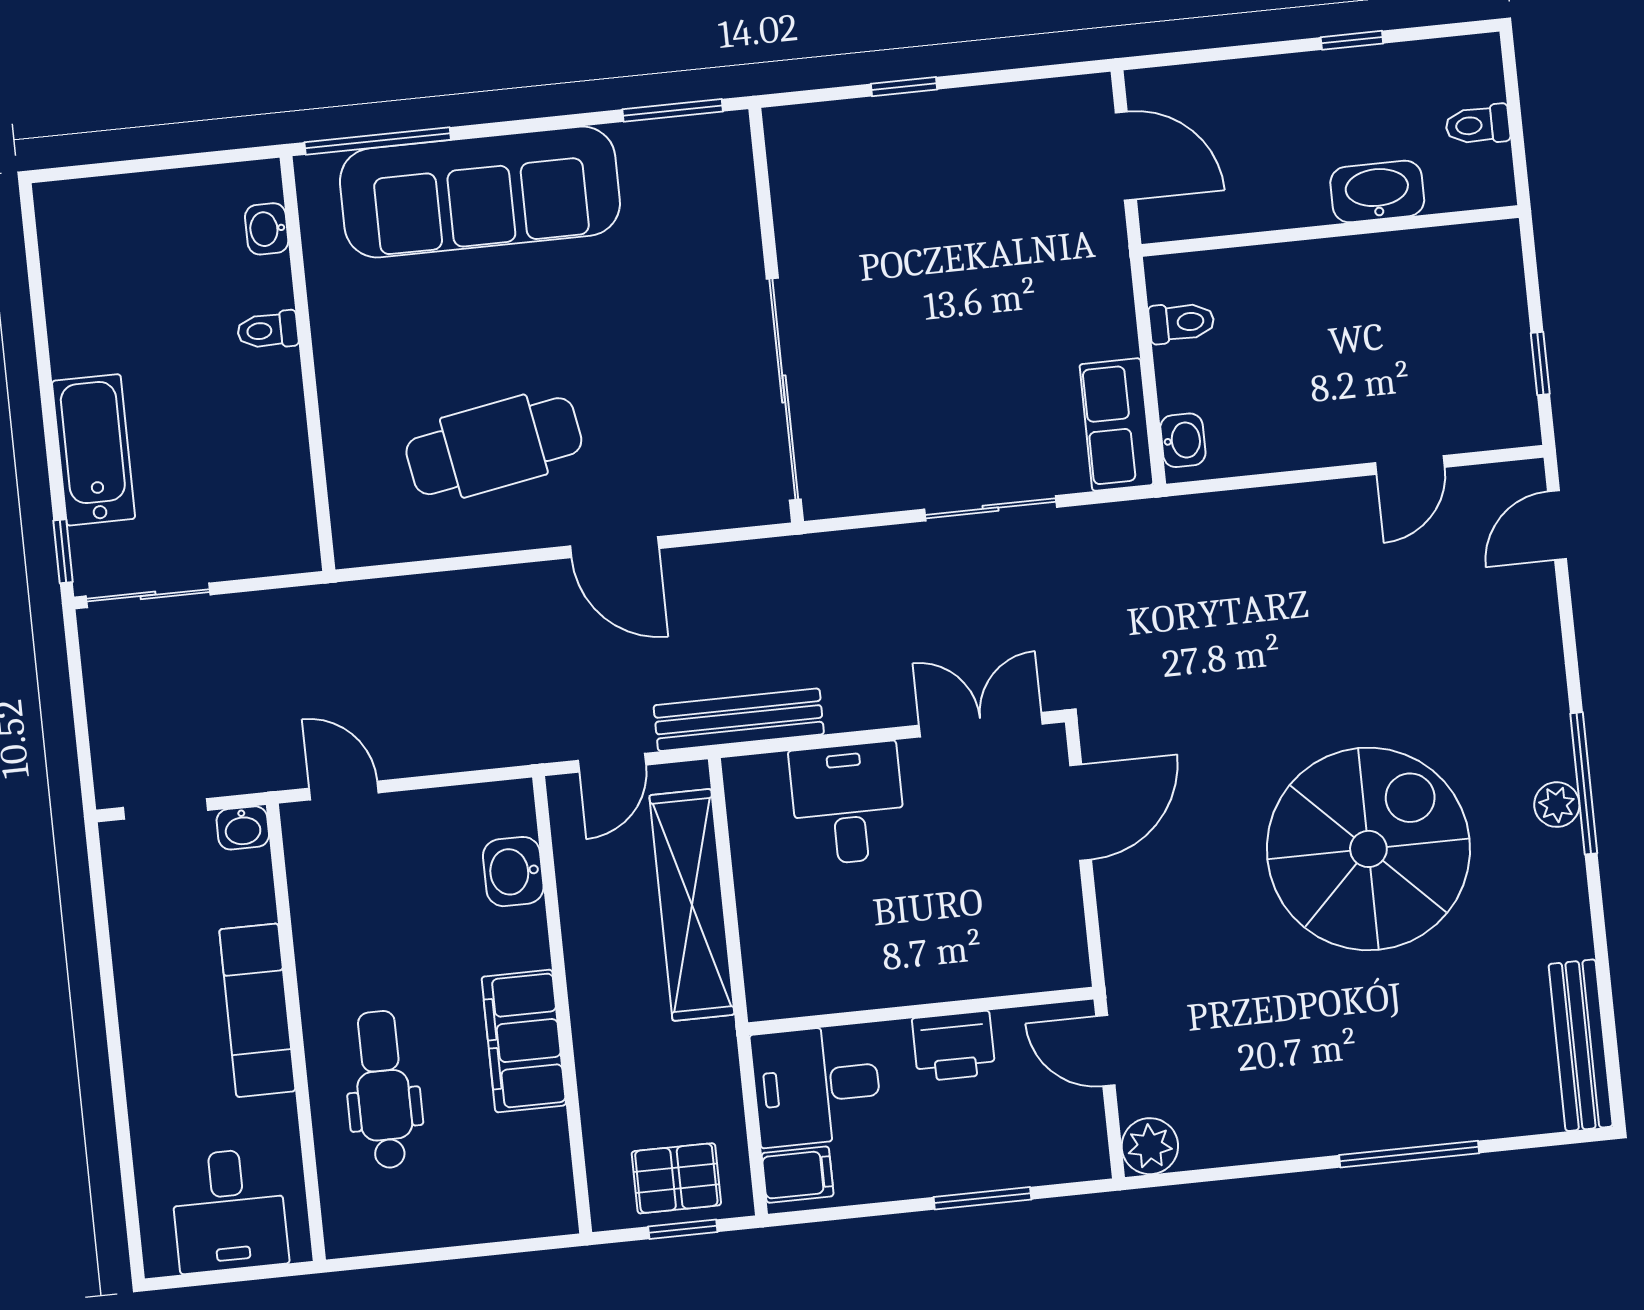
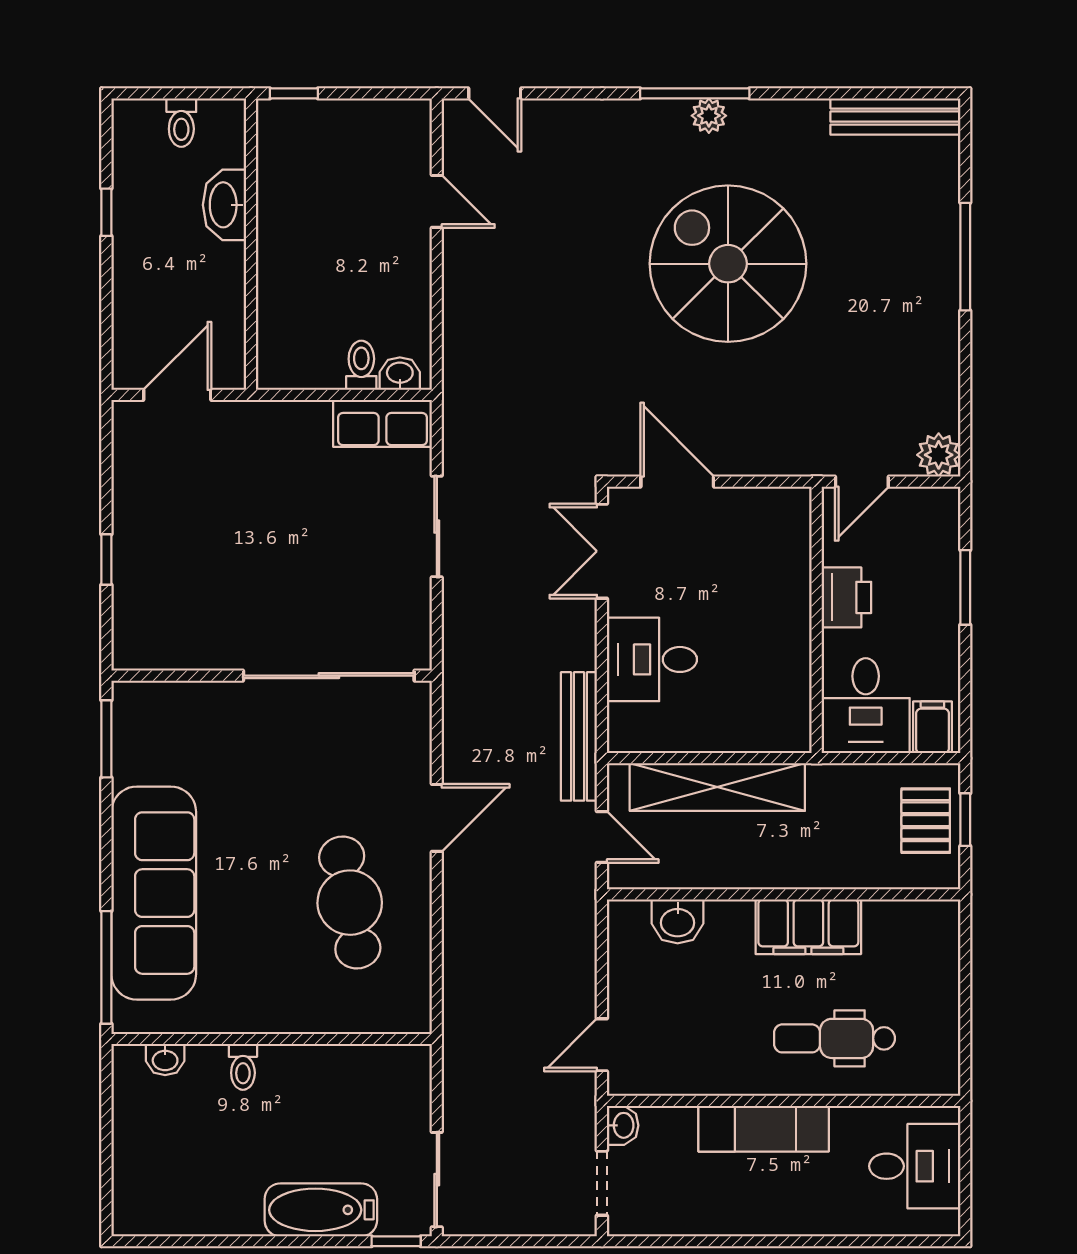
toilet: (1182, 322) -> (361, 365), moved
window: (1540, 364) -> (294, 93), moved

